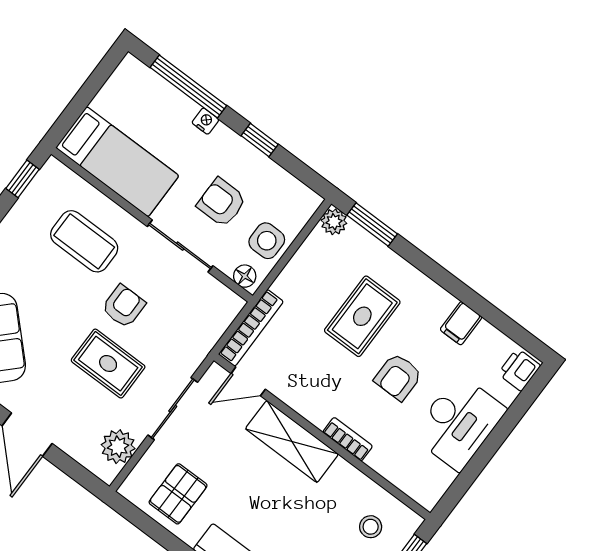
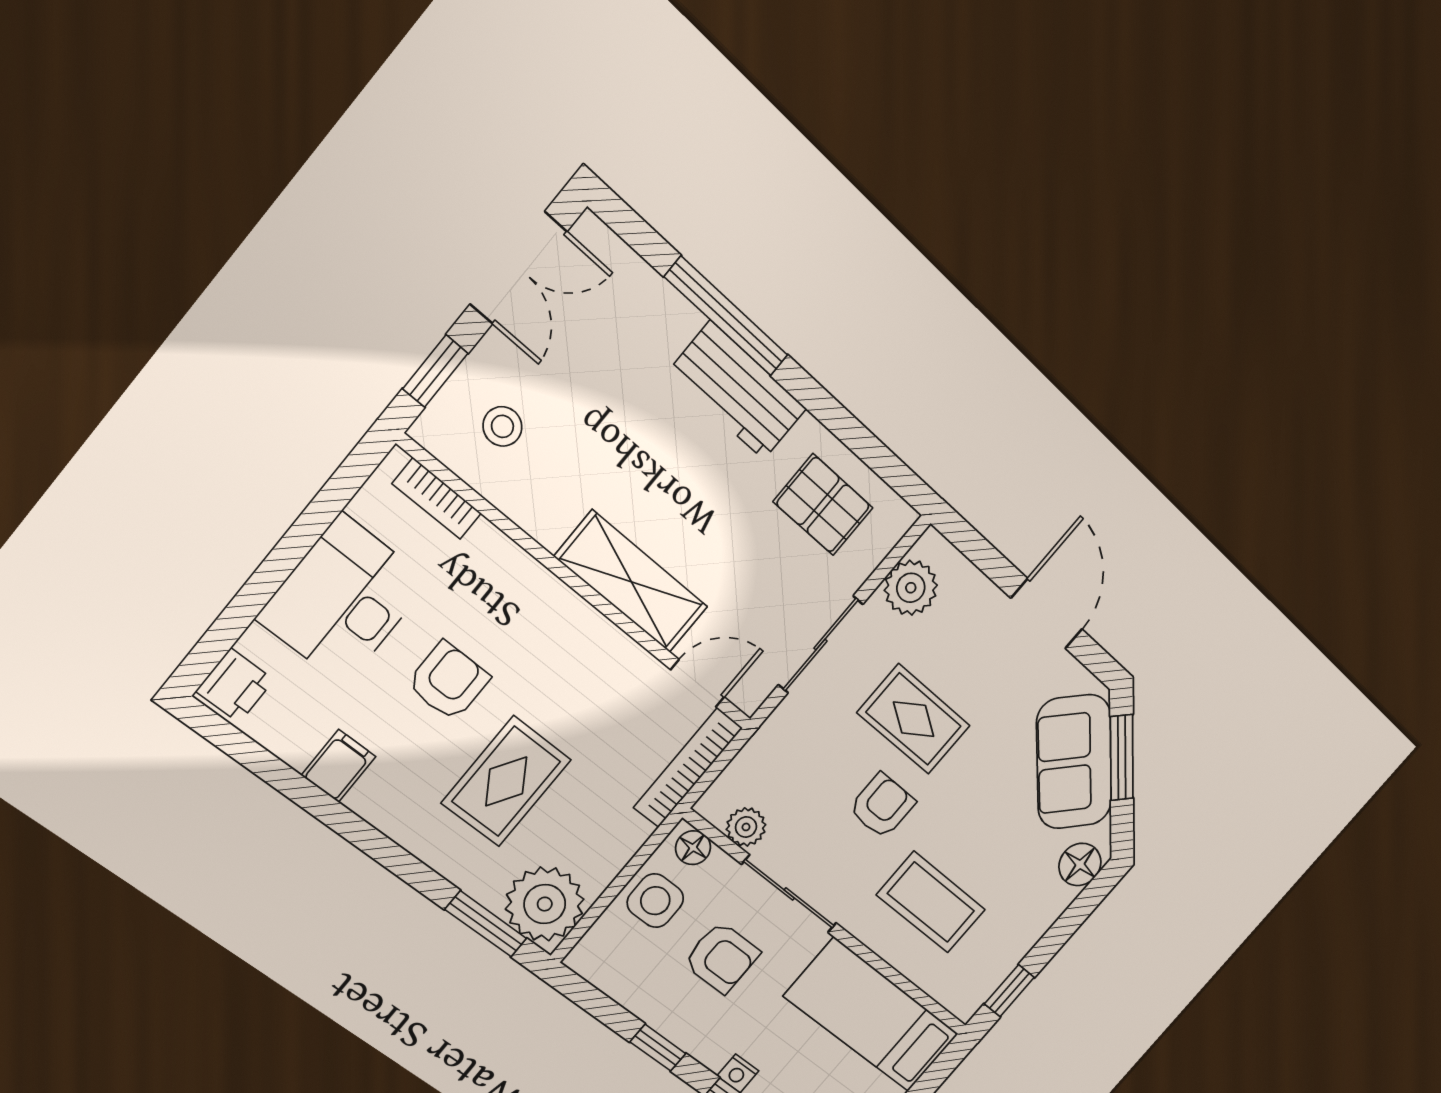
plant: (334, 222) -> (545, 904), width x1.88, depth x1.88
plant: (212, 290) -> (746, 827), added
armchair: (124, 306) -> (882, 806), turned 180
bookcase: (348, 439) -> (437, 499), moved
pallet: (178, 494) -> (823, 505), turned 90

